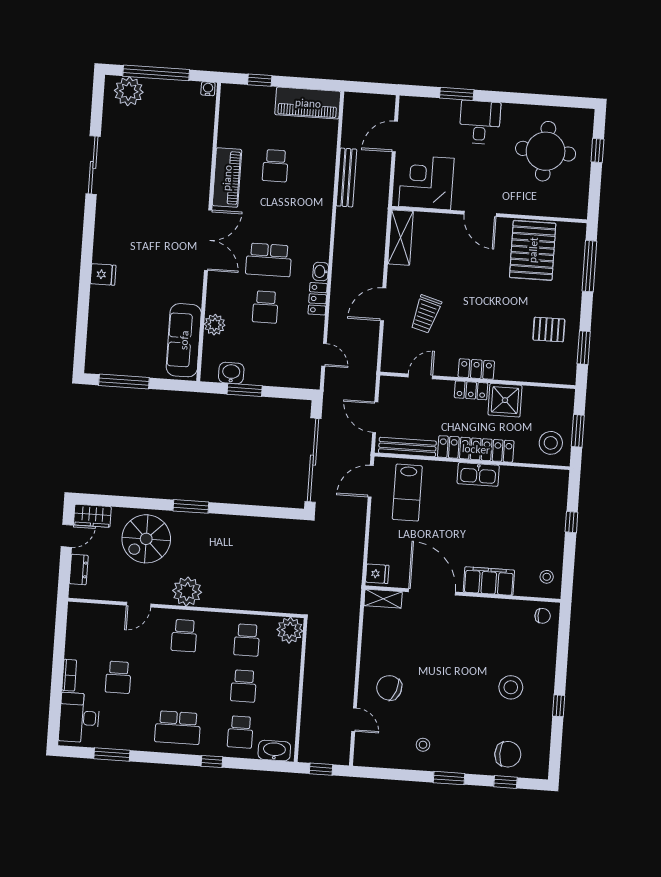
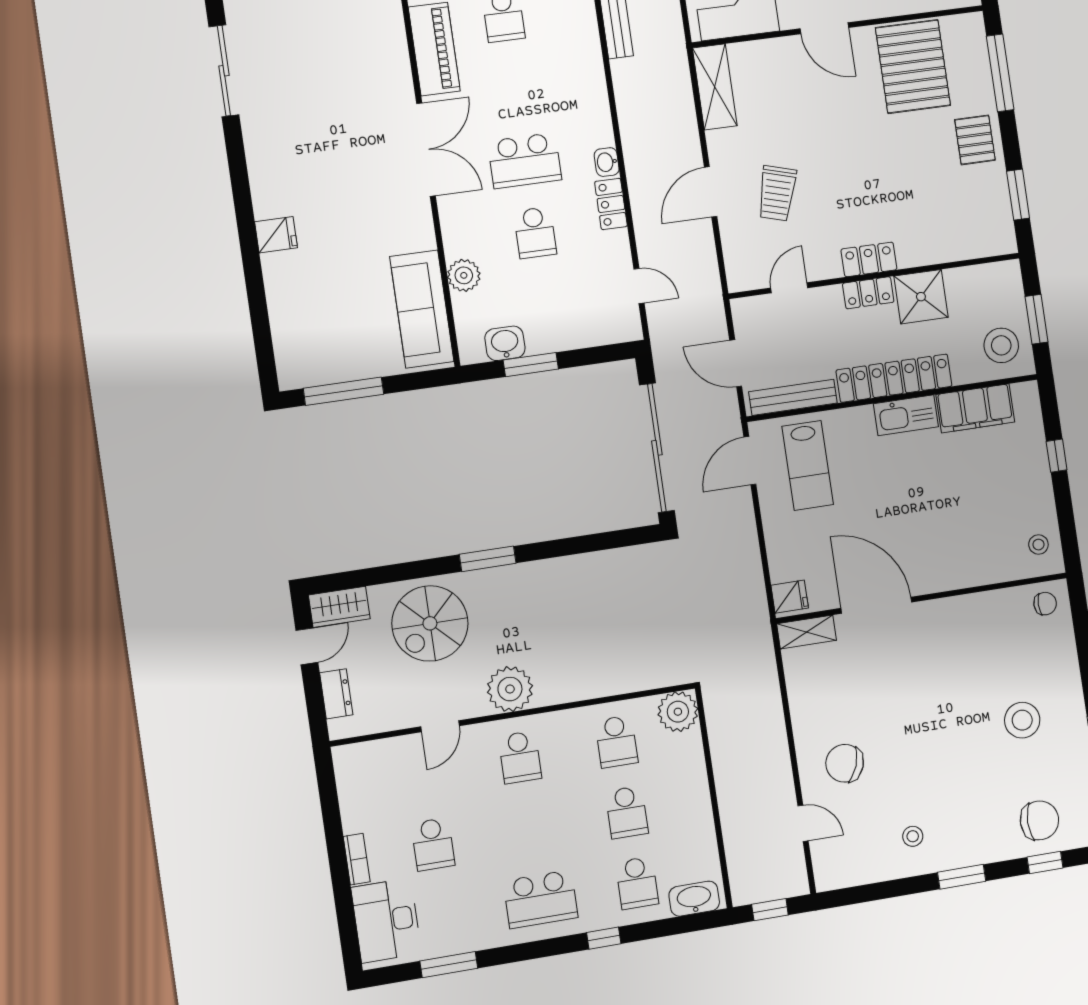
pallet: (549, 330) -> (975, 140), moved, turned 90
filing cabinet: (489, 581) -> (975, 408), moved, turned 180

